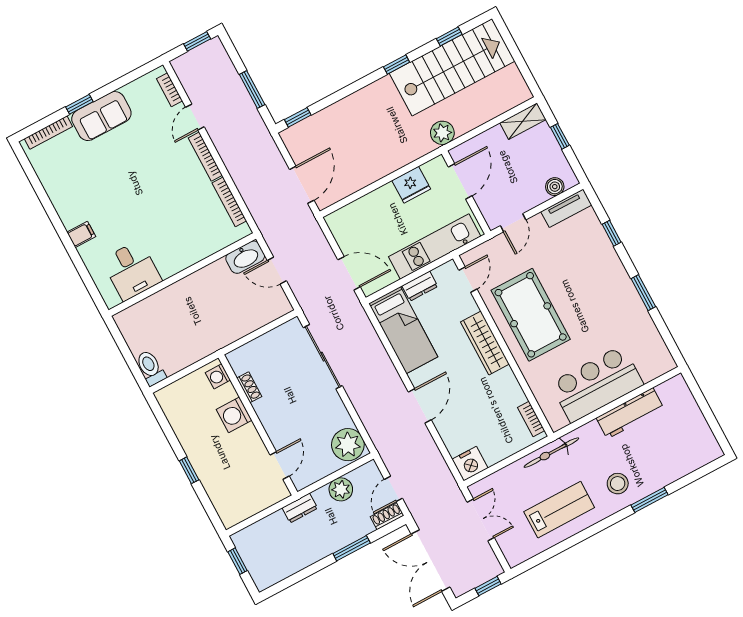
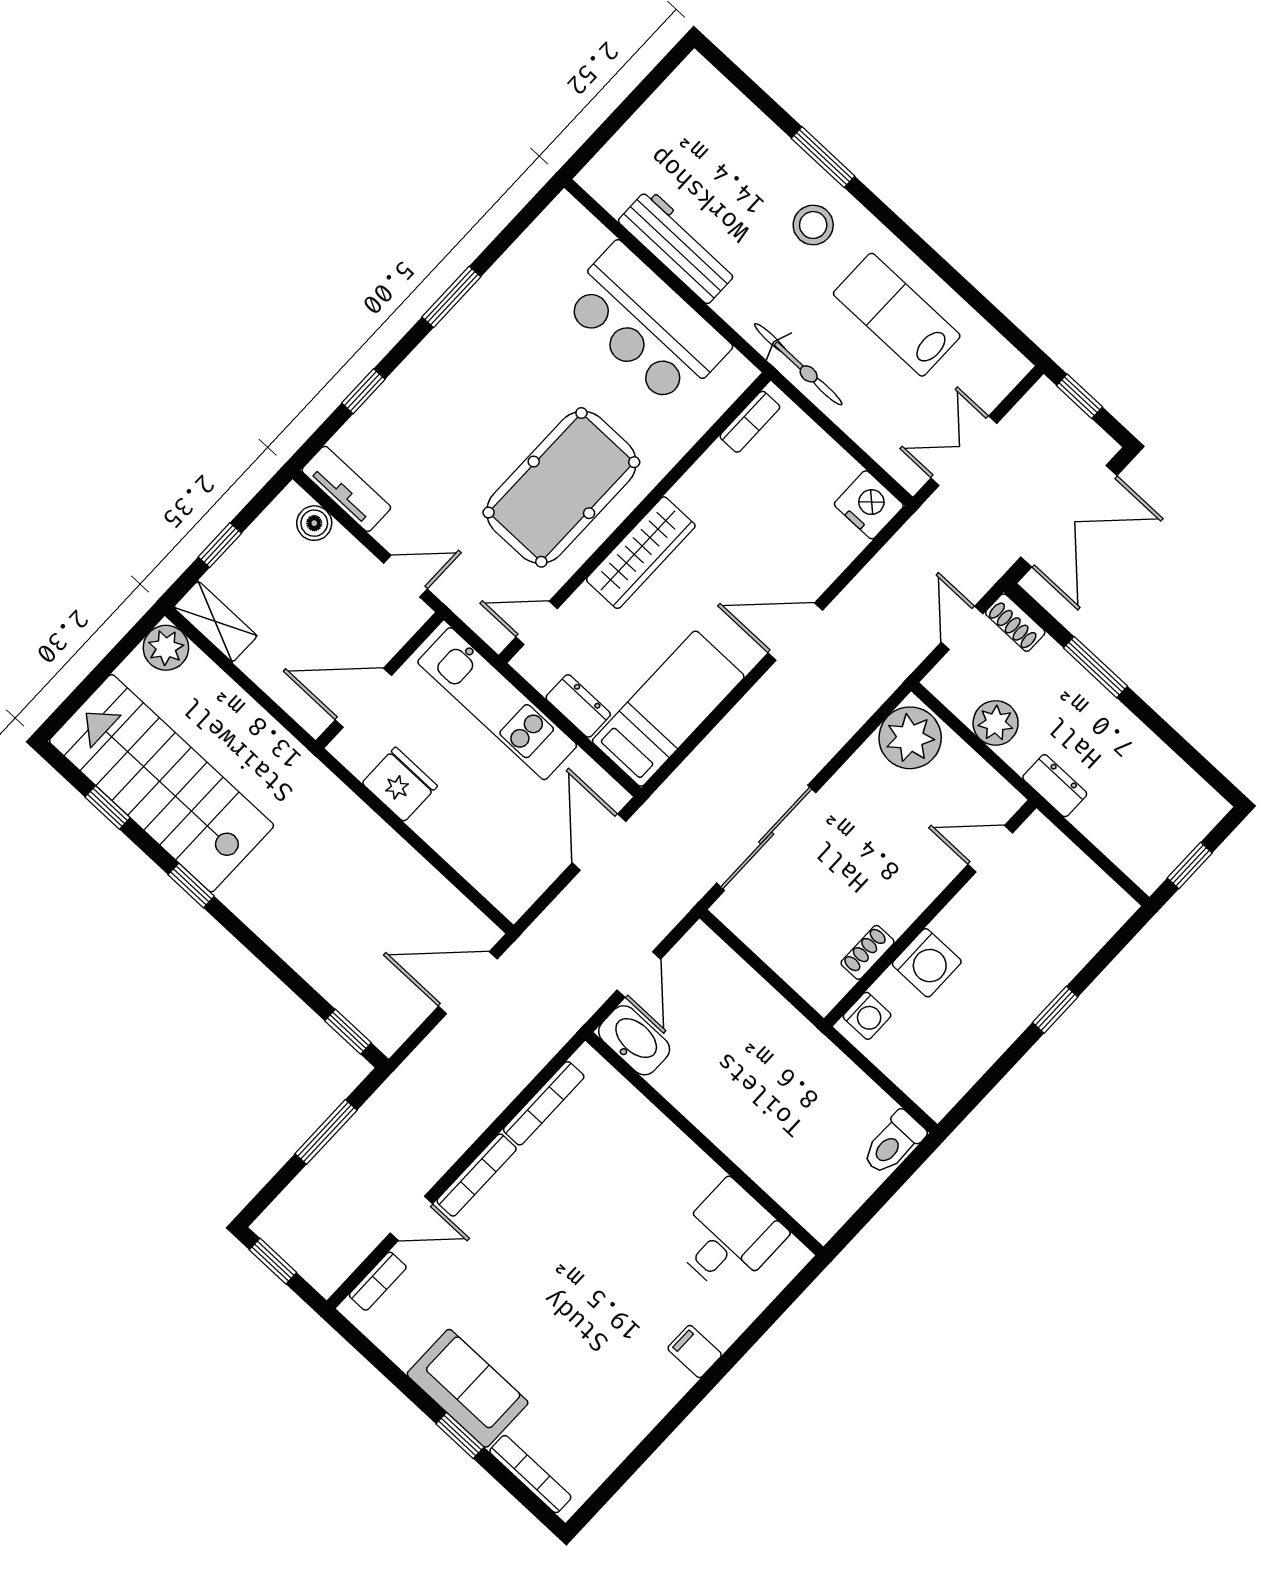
plant: (442, 133) -> (166, 648), moved
door: (393, 489) -> (962, 628), swing flipped

